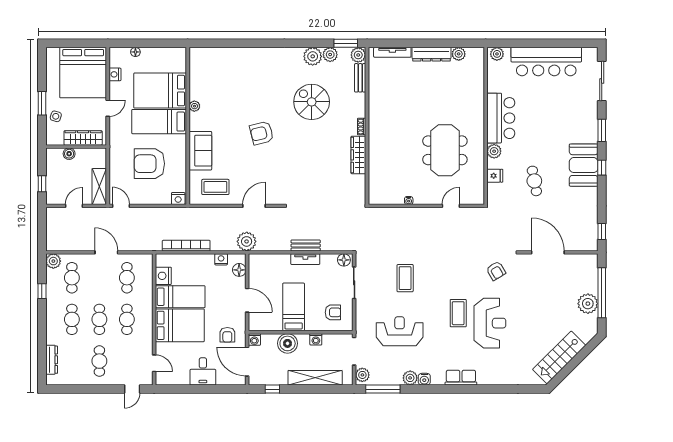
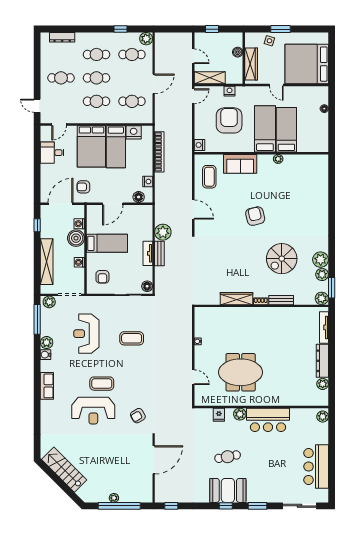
bar counter: (546, 62) -> (316, 467), width x0.73
nightstand: (115, 74) -> (230, 91), moved
bench: (360, 78) -> (281, 300), moved
bed: (160, 91) -> (286, 130), width x0.67
spiral stairs: (312, 102) -> (282, 259), turned 180
cafe table: (534, 181) -> (228, 457), moved
plant: (247, 241) -> (163, 232), moved
plant: (588, 304) -> (114, 498), width x0.53, depth x0.53
reception desk: (400, 331) -> (86, 334), turned 180
washing machine: (254, 340) -> (79, 224), moved
desk: (203, 371) -> (52, 153), moved

